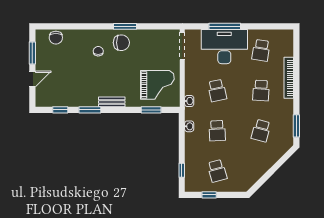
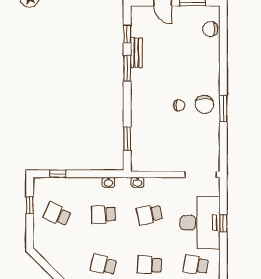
window: (225, 26) -> (223, 223), width x0.46
chair: (98, 51) -> (179, 105), moved
grand piano: (157, 85) -> (156, 146), removed
bench: (112, 102) -> (136, 53), moved
school desk: (217, 171) -> (57, 214), turned 39

